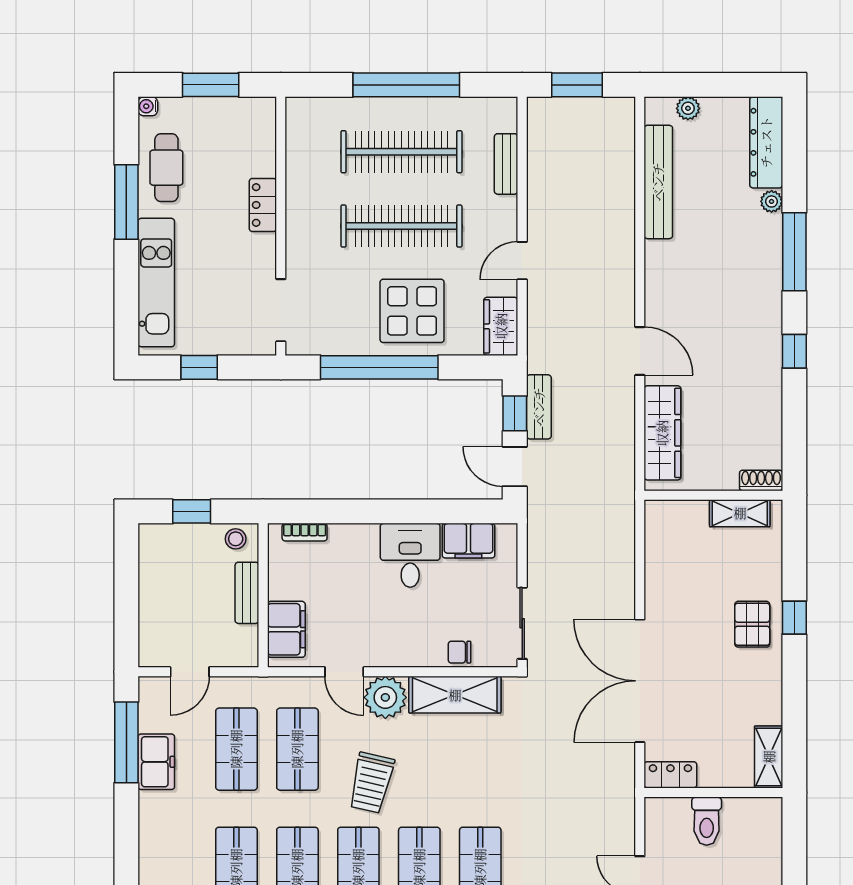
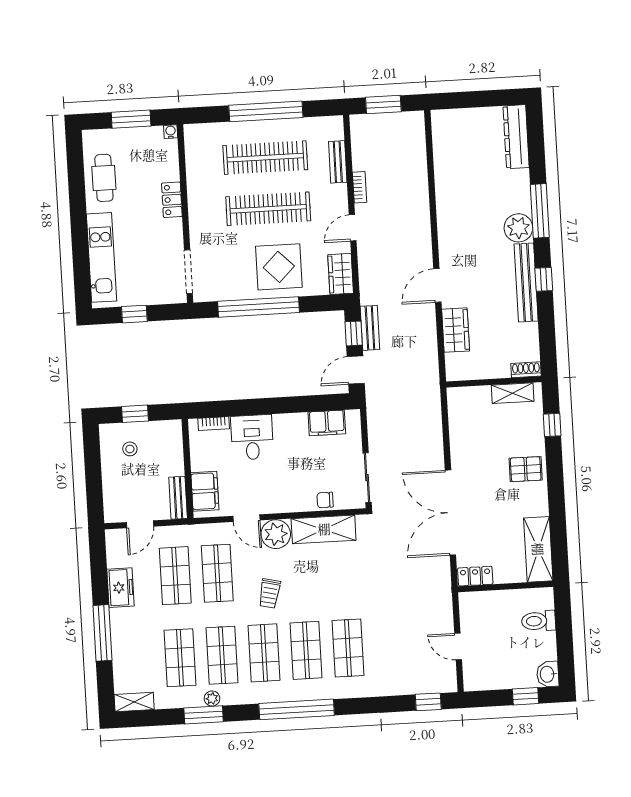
water cooler: (148, 106) -> (171, 132), moved, turned 90
plant: (688, 108) -> (461, 116), removed
bench: (658, 182) -> (526, 283), moved
plant: (772, 201) -> (518, 228), moved, width x1.87, depth x1.87
window: (126, 202) -> (78, 203), removed
bookcase: (536, 203) -> (360, 187), added
door: (640, 351) -> (437, 285), swing flipped
wardrobe: (662, 433) -> (456, 330), width x0.67
door: (515, 467) -> (356, 370), hinge flipped
stool: (236, 539) -> (130, 449), moved
desk: (410, 555) -> (252, 437), moved
bench: (247, 593) -> (178, 498), moved
window: (794, 618) -> (552, 425), moved
pallet: (752, 624) -> (526, 469), turned 90
window: (126, 742) -> (102, 633), moved
shelving: (769, 757) -> (538, 549), width x1.50, depth x1.33
trolley: (371, 783) -> (270, 593), width x0.73, depth x0.72
toilet: (707, 821) -> (539, 621), moved, turned 90

